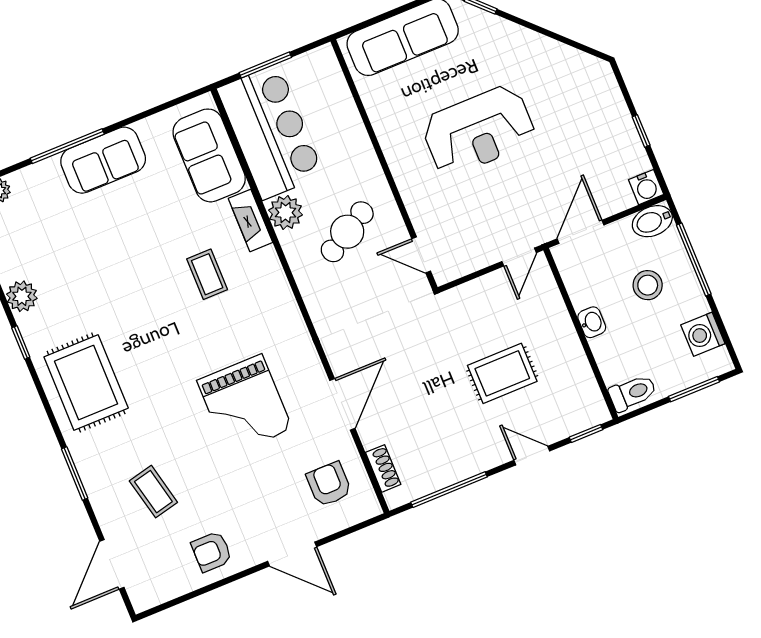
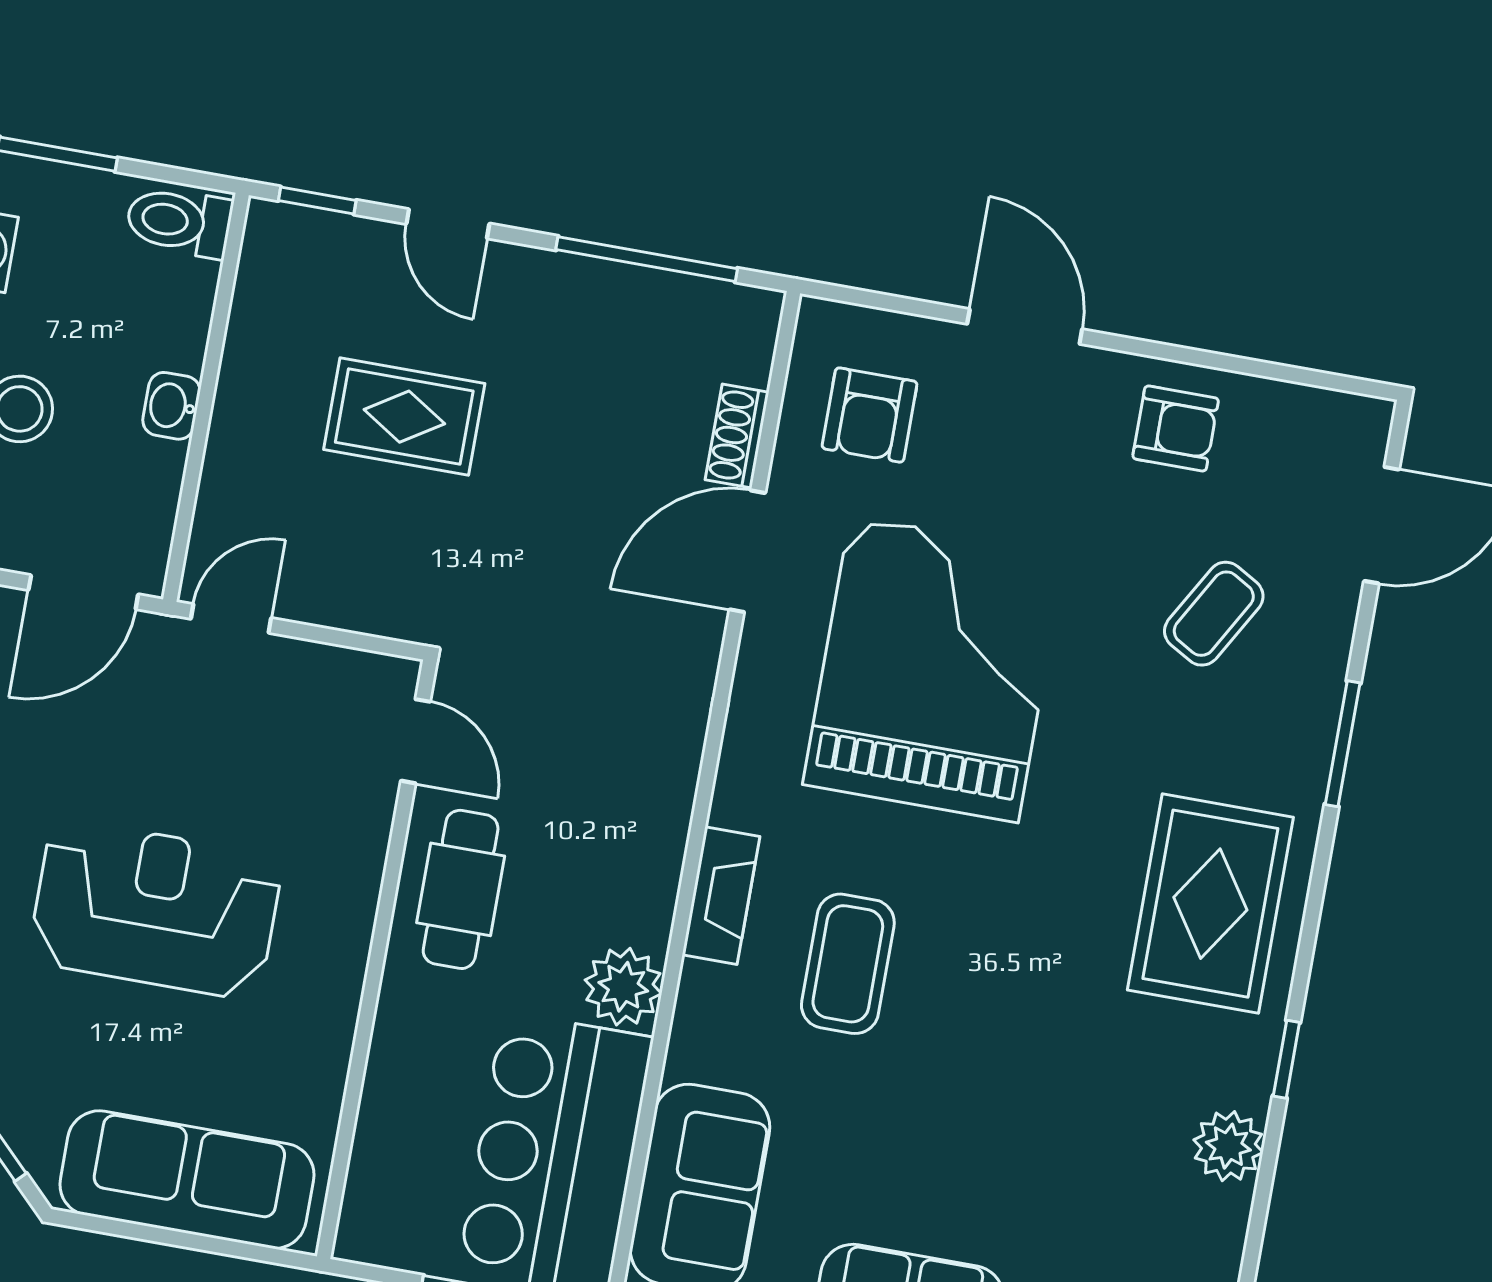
fireplace: (250, 220) -> (721, 896), moved
cafe table: (347, 232) -> (461, 889), moved, turned -60
coffee table: (207, 274) -> (848, 964), width x1.36, depth x1.30
grand piano: (245, 405) -> (934, 669), width x1.37, depth x1.48
shoe rack: (383, 468) -> (737, 436), moved
coffee table: (153, 492) -> (1214, 614), turned 43

